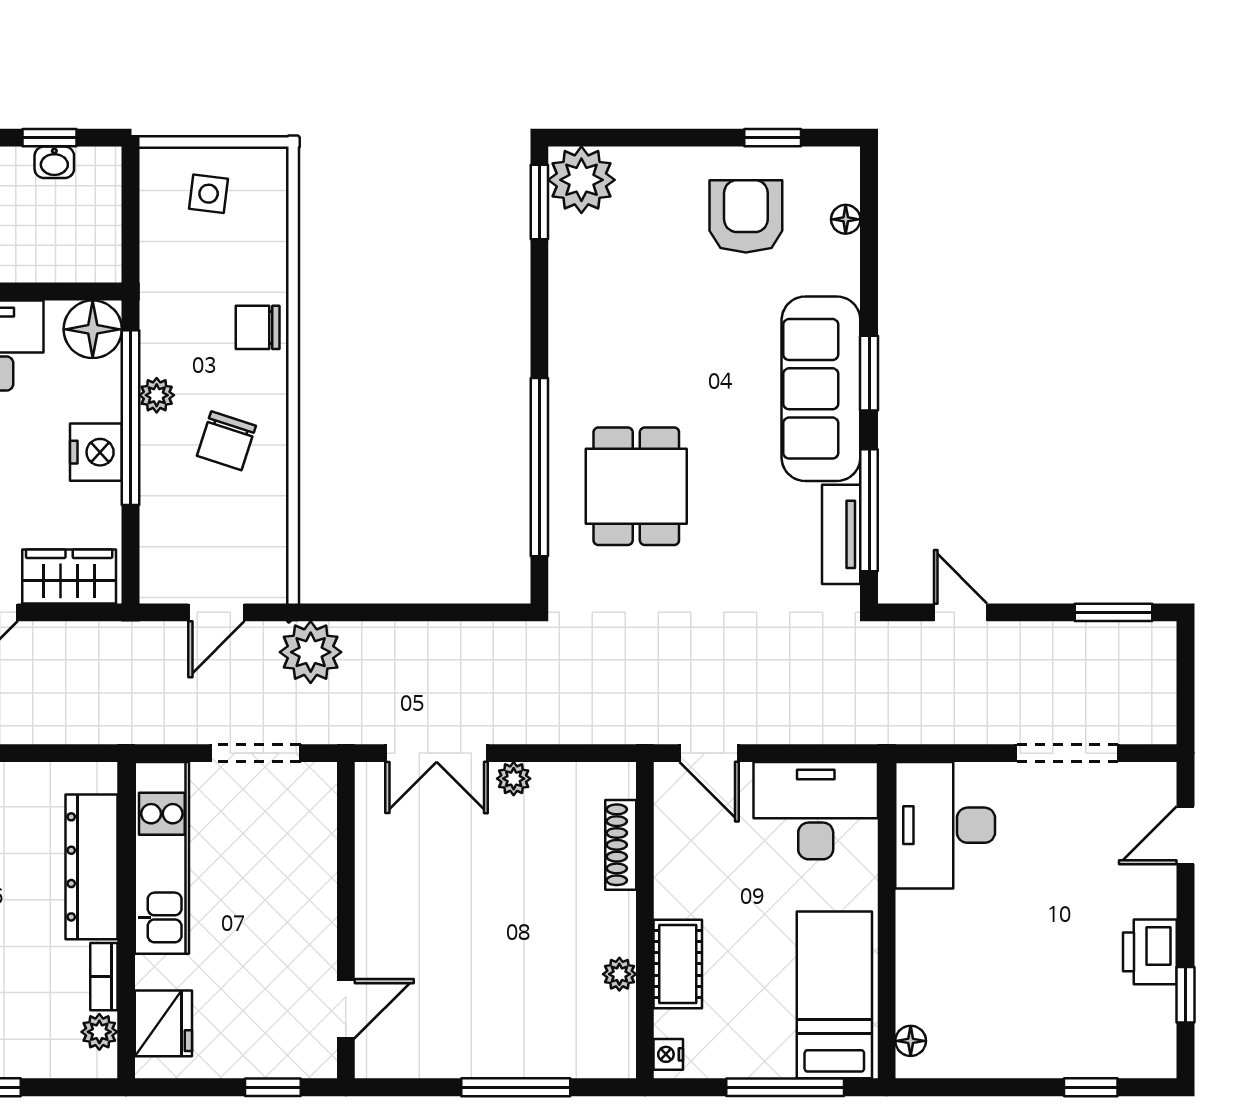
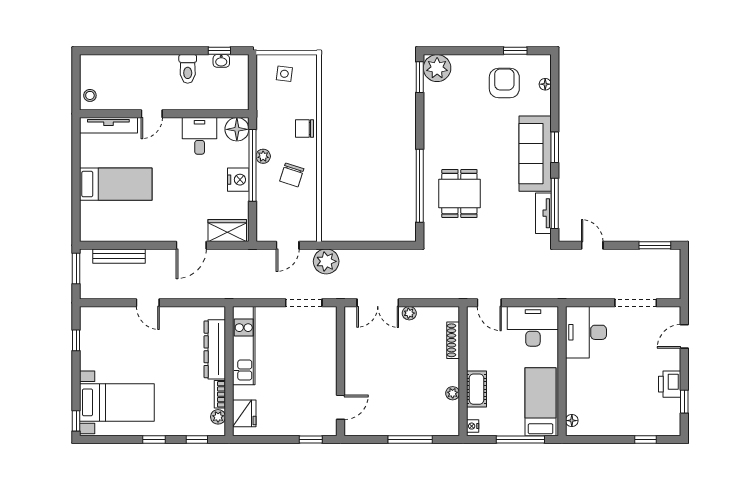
kitchen unit: (162, 858) -> (244, 346), moved
dresser: (91, 867) -> (215, 349), moved
wall: (126, 920) -> (229, 371), moved
bookcase: (104, 977) -> (220, 394), moved
fridge: (163, 1023) -> (244, 413), moved
plant: (99, 1032) -> (218, 417), moved

